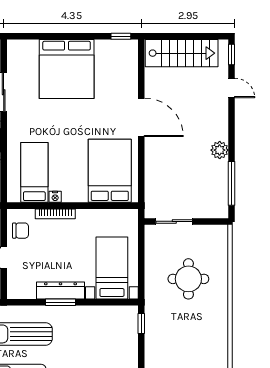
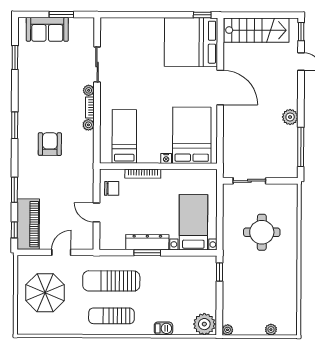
bed: (67, 69) -> (191, 42), moved, turned 90
nightstand: (55, 197) -> (166, 158), moved

